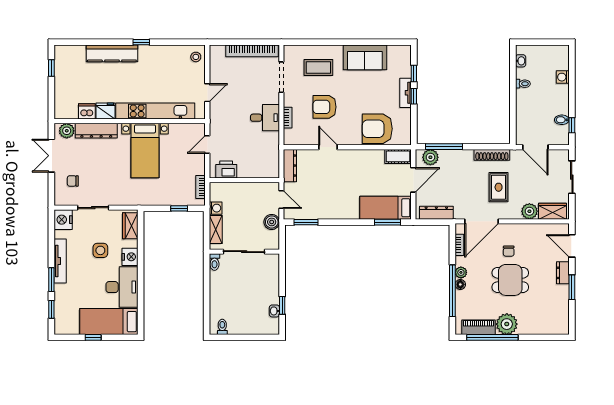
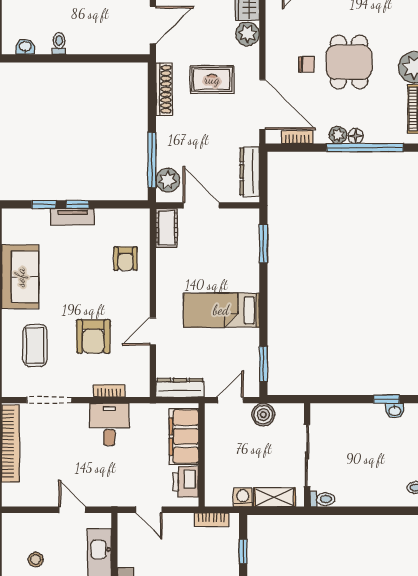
stool: (196, 57) -> (36, 559), moved
armchair: (377, 129) -> (126, 259), width x0.53, depth x0.53
filing cabinet: (257, 168) -> (184, 436), added
bed: (386, 208) -> (221, 310), moved, turned 90

